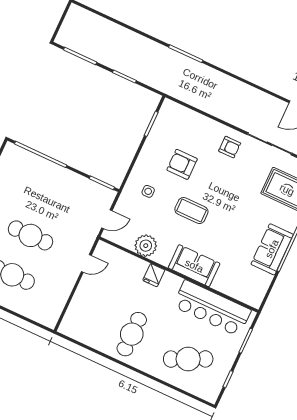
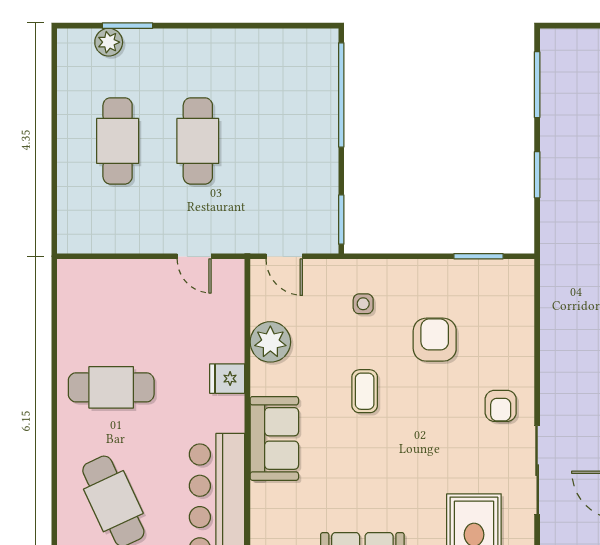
coffee table: (191, 211) -> (365, 391), width x0.73, depth x0.77

